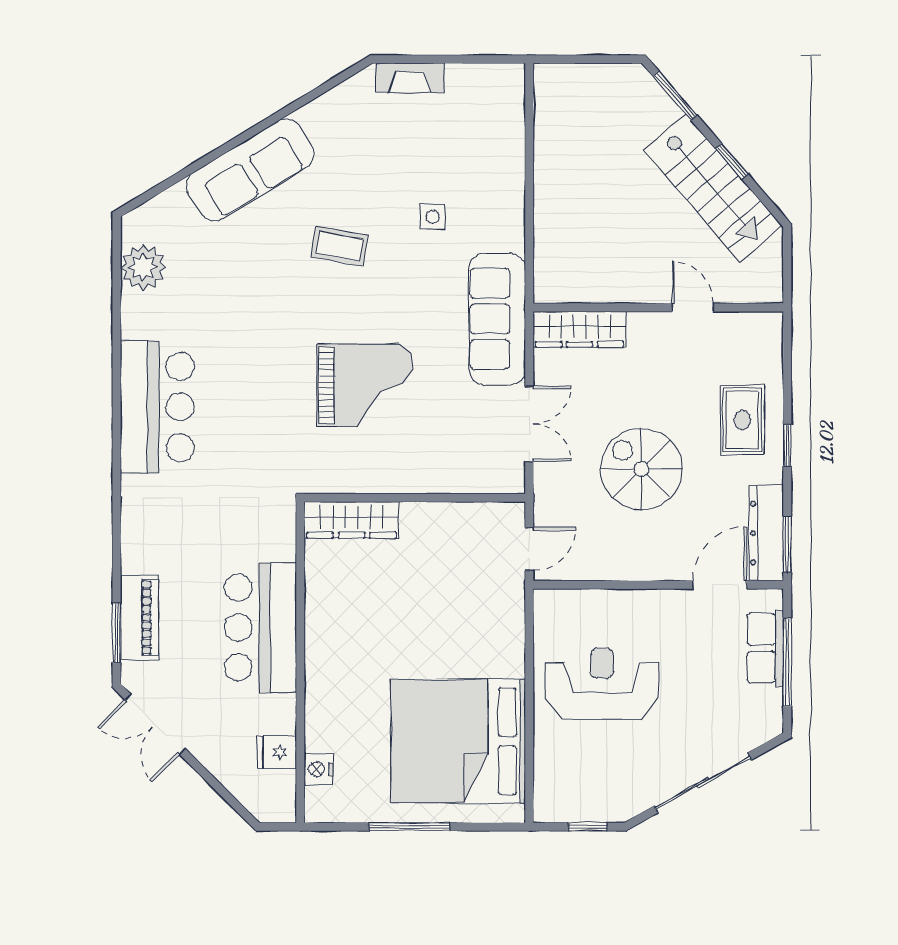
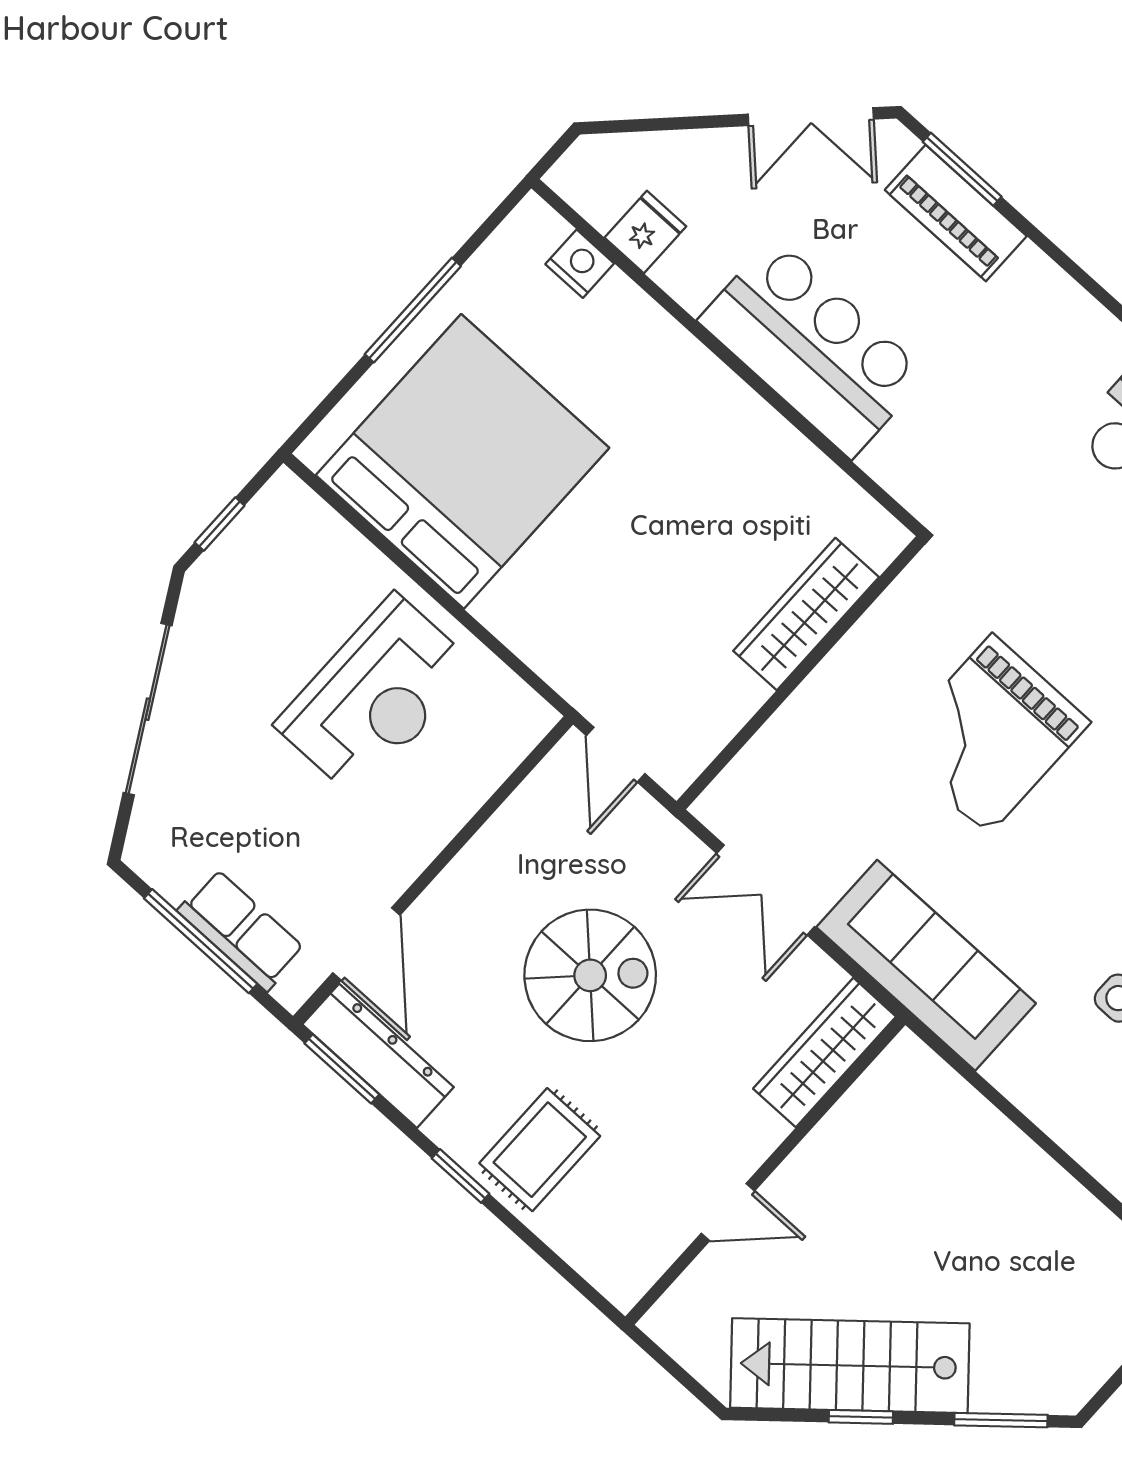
rug: (742, 420) -> (540, 1150), turned 90
wardrobe: (351, 520) -> (806, 614), moved
double door: (155, 724) -> (811, 117), swing flipped

